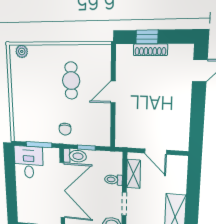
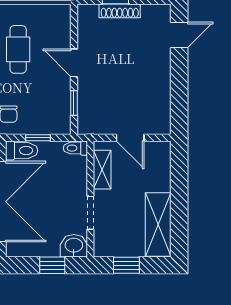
door: (113, 92) -> (74, 63), hinge flipped
window: (113, 123) -> (74, 103), added
toilet: (113, 180) -> (75, 148), moved

